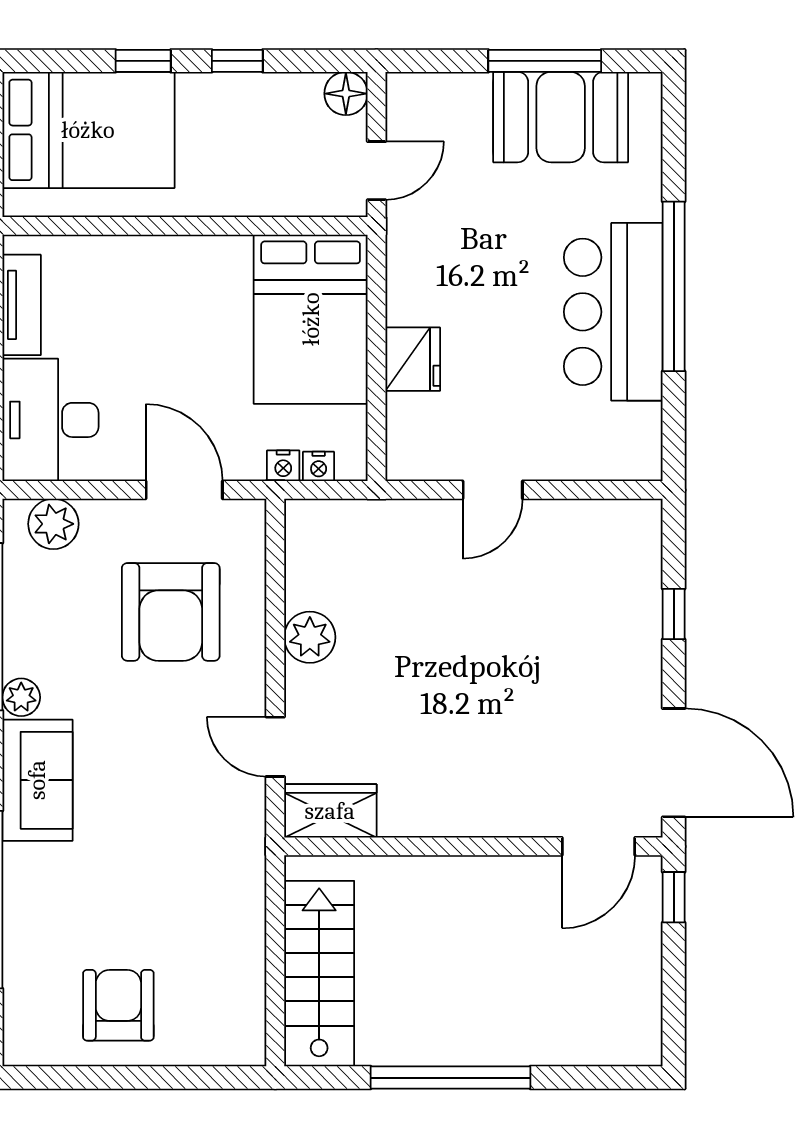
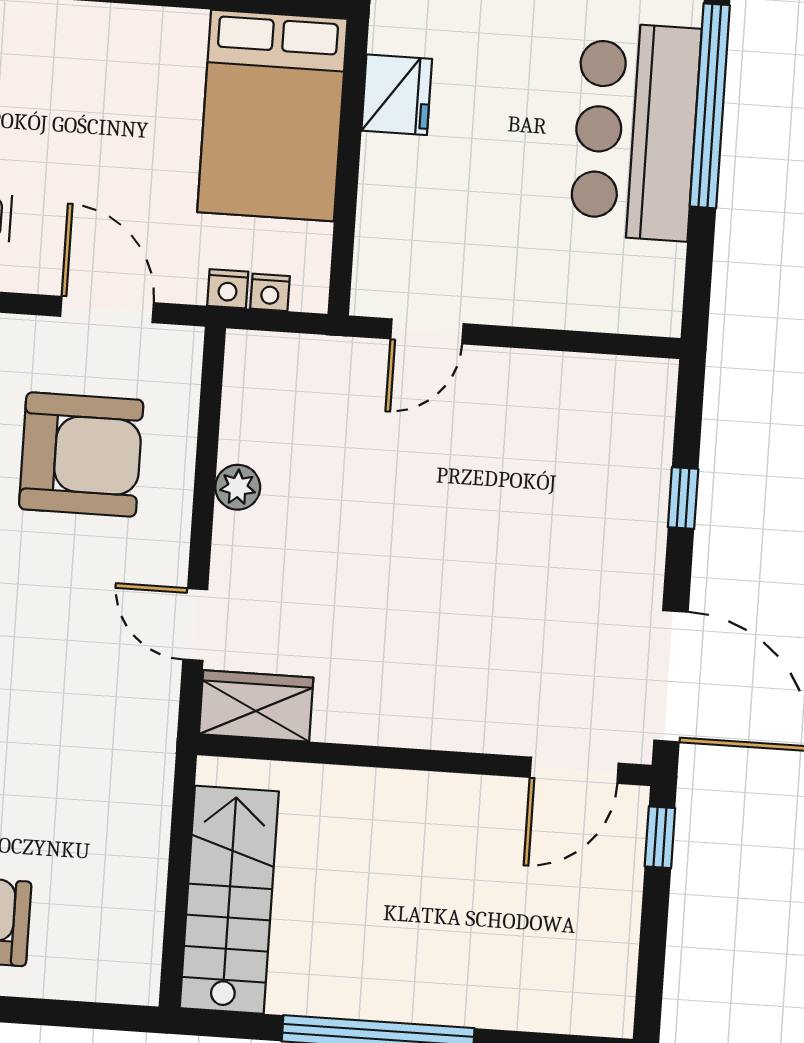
fridge: (413, 359) -> (397, 95), moved
door: (493, 490) -> (427, 331), moved
armchair: (171, 612) -> (81, 454), turned -90
plant: (310, 637) -> (238, 487), width x0.73, depth x0.73

